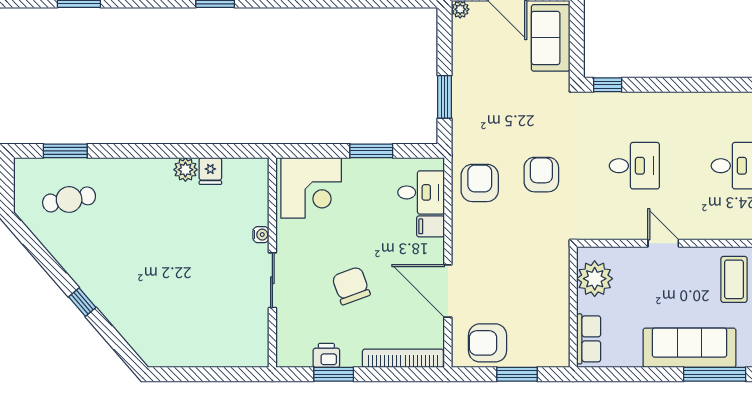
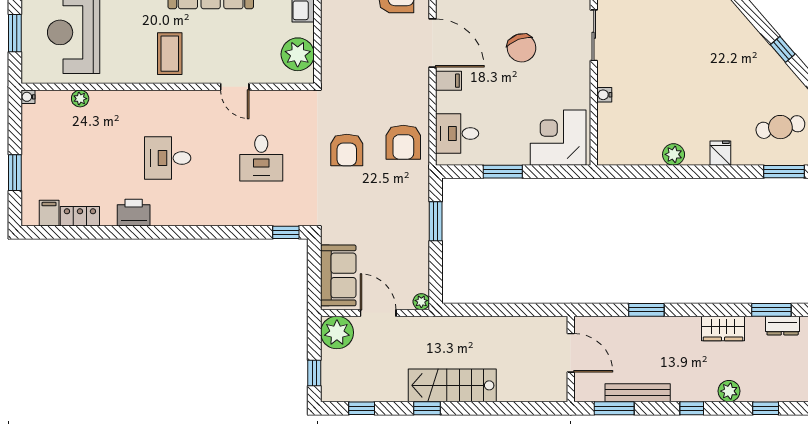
desk: (634, 166) -> (261, 158), turned -90
fridge: (210, 171) -> (720, 153), moved
filing cabinet: (431, 226) -> (448, 81), moved
sliding door: (272, 280) -> (594, 35), moved
window: (82, 302) -> (783, 49), moved

